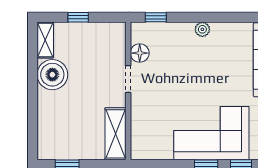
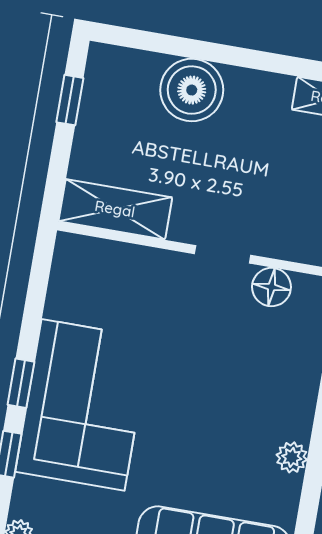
plant: (202, 29) -> (292, 457), moved
boiler: (52, 75) -> (192, 90), moved

